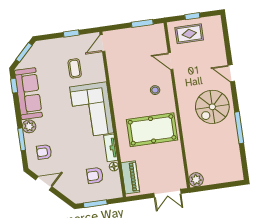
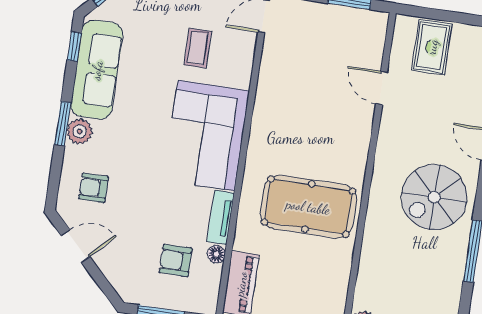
window: (192, 16) -> (447, 16), removed
rug: (189, 34) -> (432, 47), turned 90
stool: (155, 90) -> (336, 134), removed
window: (22, 139) -> (63, 124), moved

